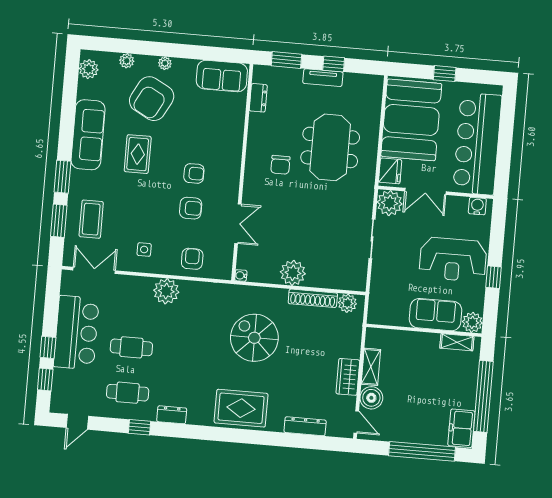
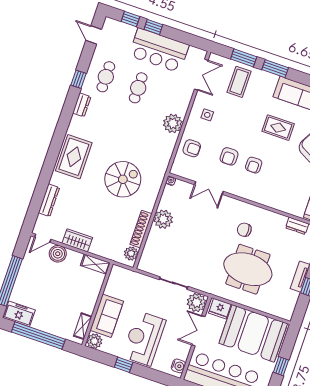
coffee table: (91, 219) -> (239, 82), turned 90
shelving: (371, 367) -> (95, 264), moved

